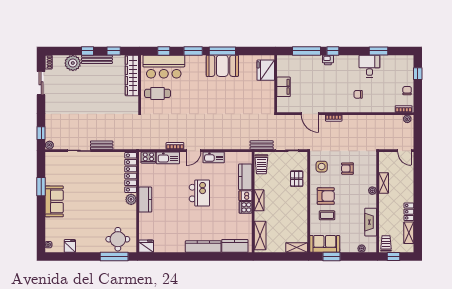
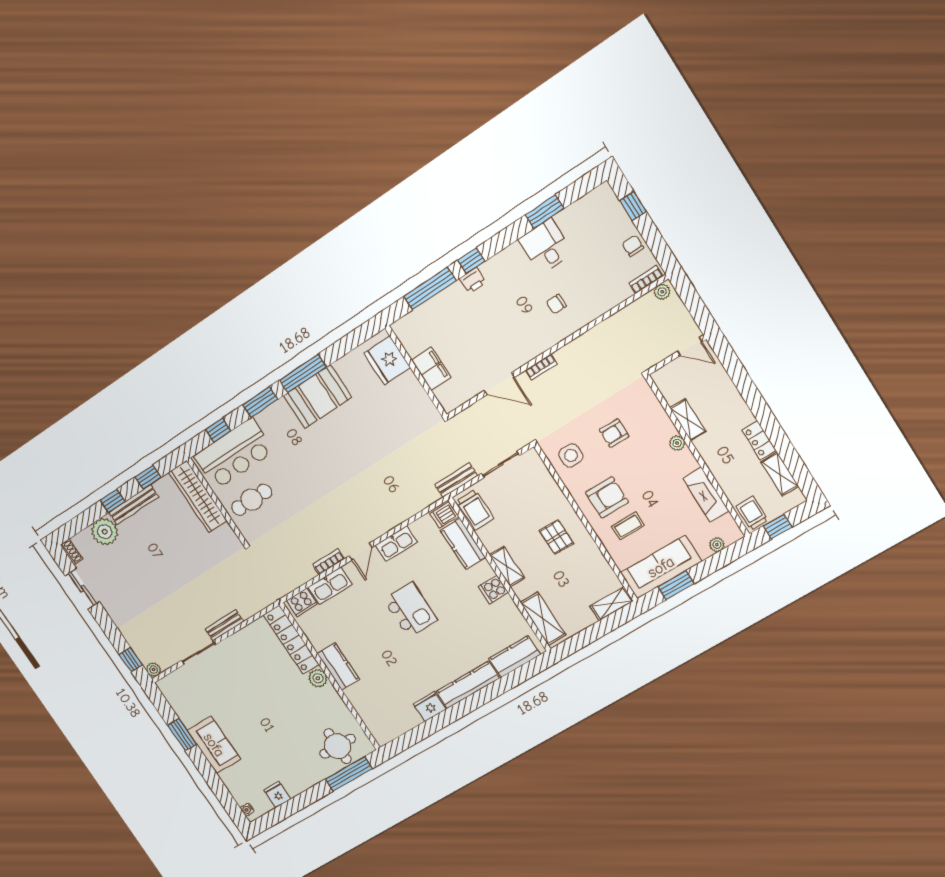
pallet: (297, 179) -> (556, 537), moved
dishwasher: (245, 196) -> (444, 515), moved
sofa: (325, 244) -> (661, 567), width x1.36
fridge: (146, 246) -> (430, 707), moved

